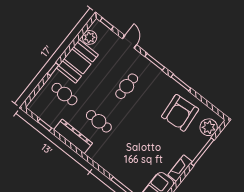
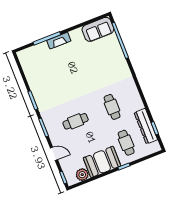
door: (129, 42) -> (54, 154), swing flipped
armchair: (180, 113) -> (47, 78), removed
plant: (209, 127) -> (31, 54), removed
dresser: (73, 136) -> (146, 126), moved
fireplace: (180, 168) -> (59, 41), moved

